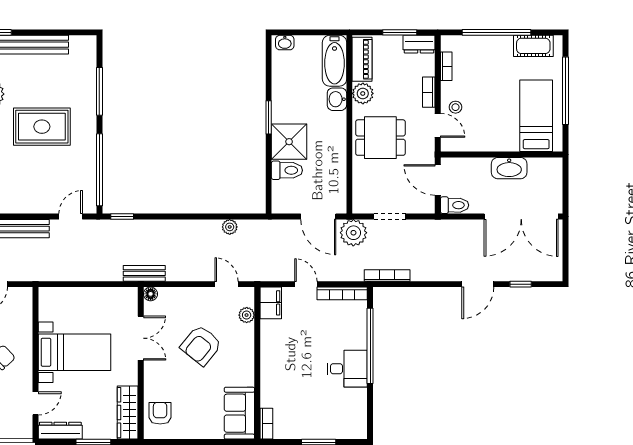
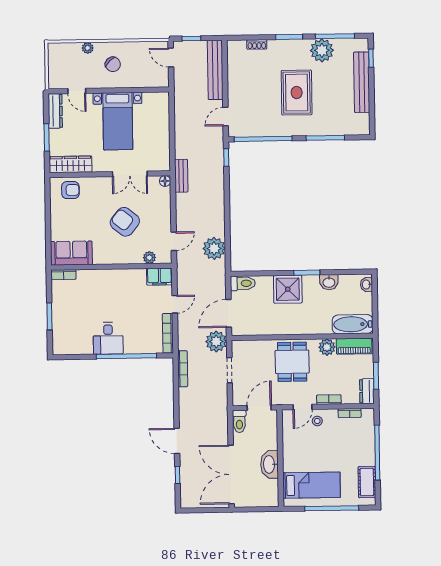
washbasin: (337, 99) -> (329, 282), moved, turned 180
toilet: (287, 170) -> (243, 283), moved, turned -90
door: (71, 217) -> (226, 117), swing flipped
plant: (230, 227) -> (214, 248), width x1.87, depth x1.87

